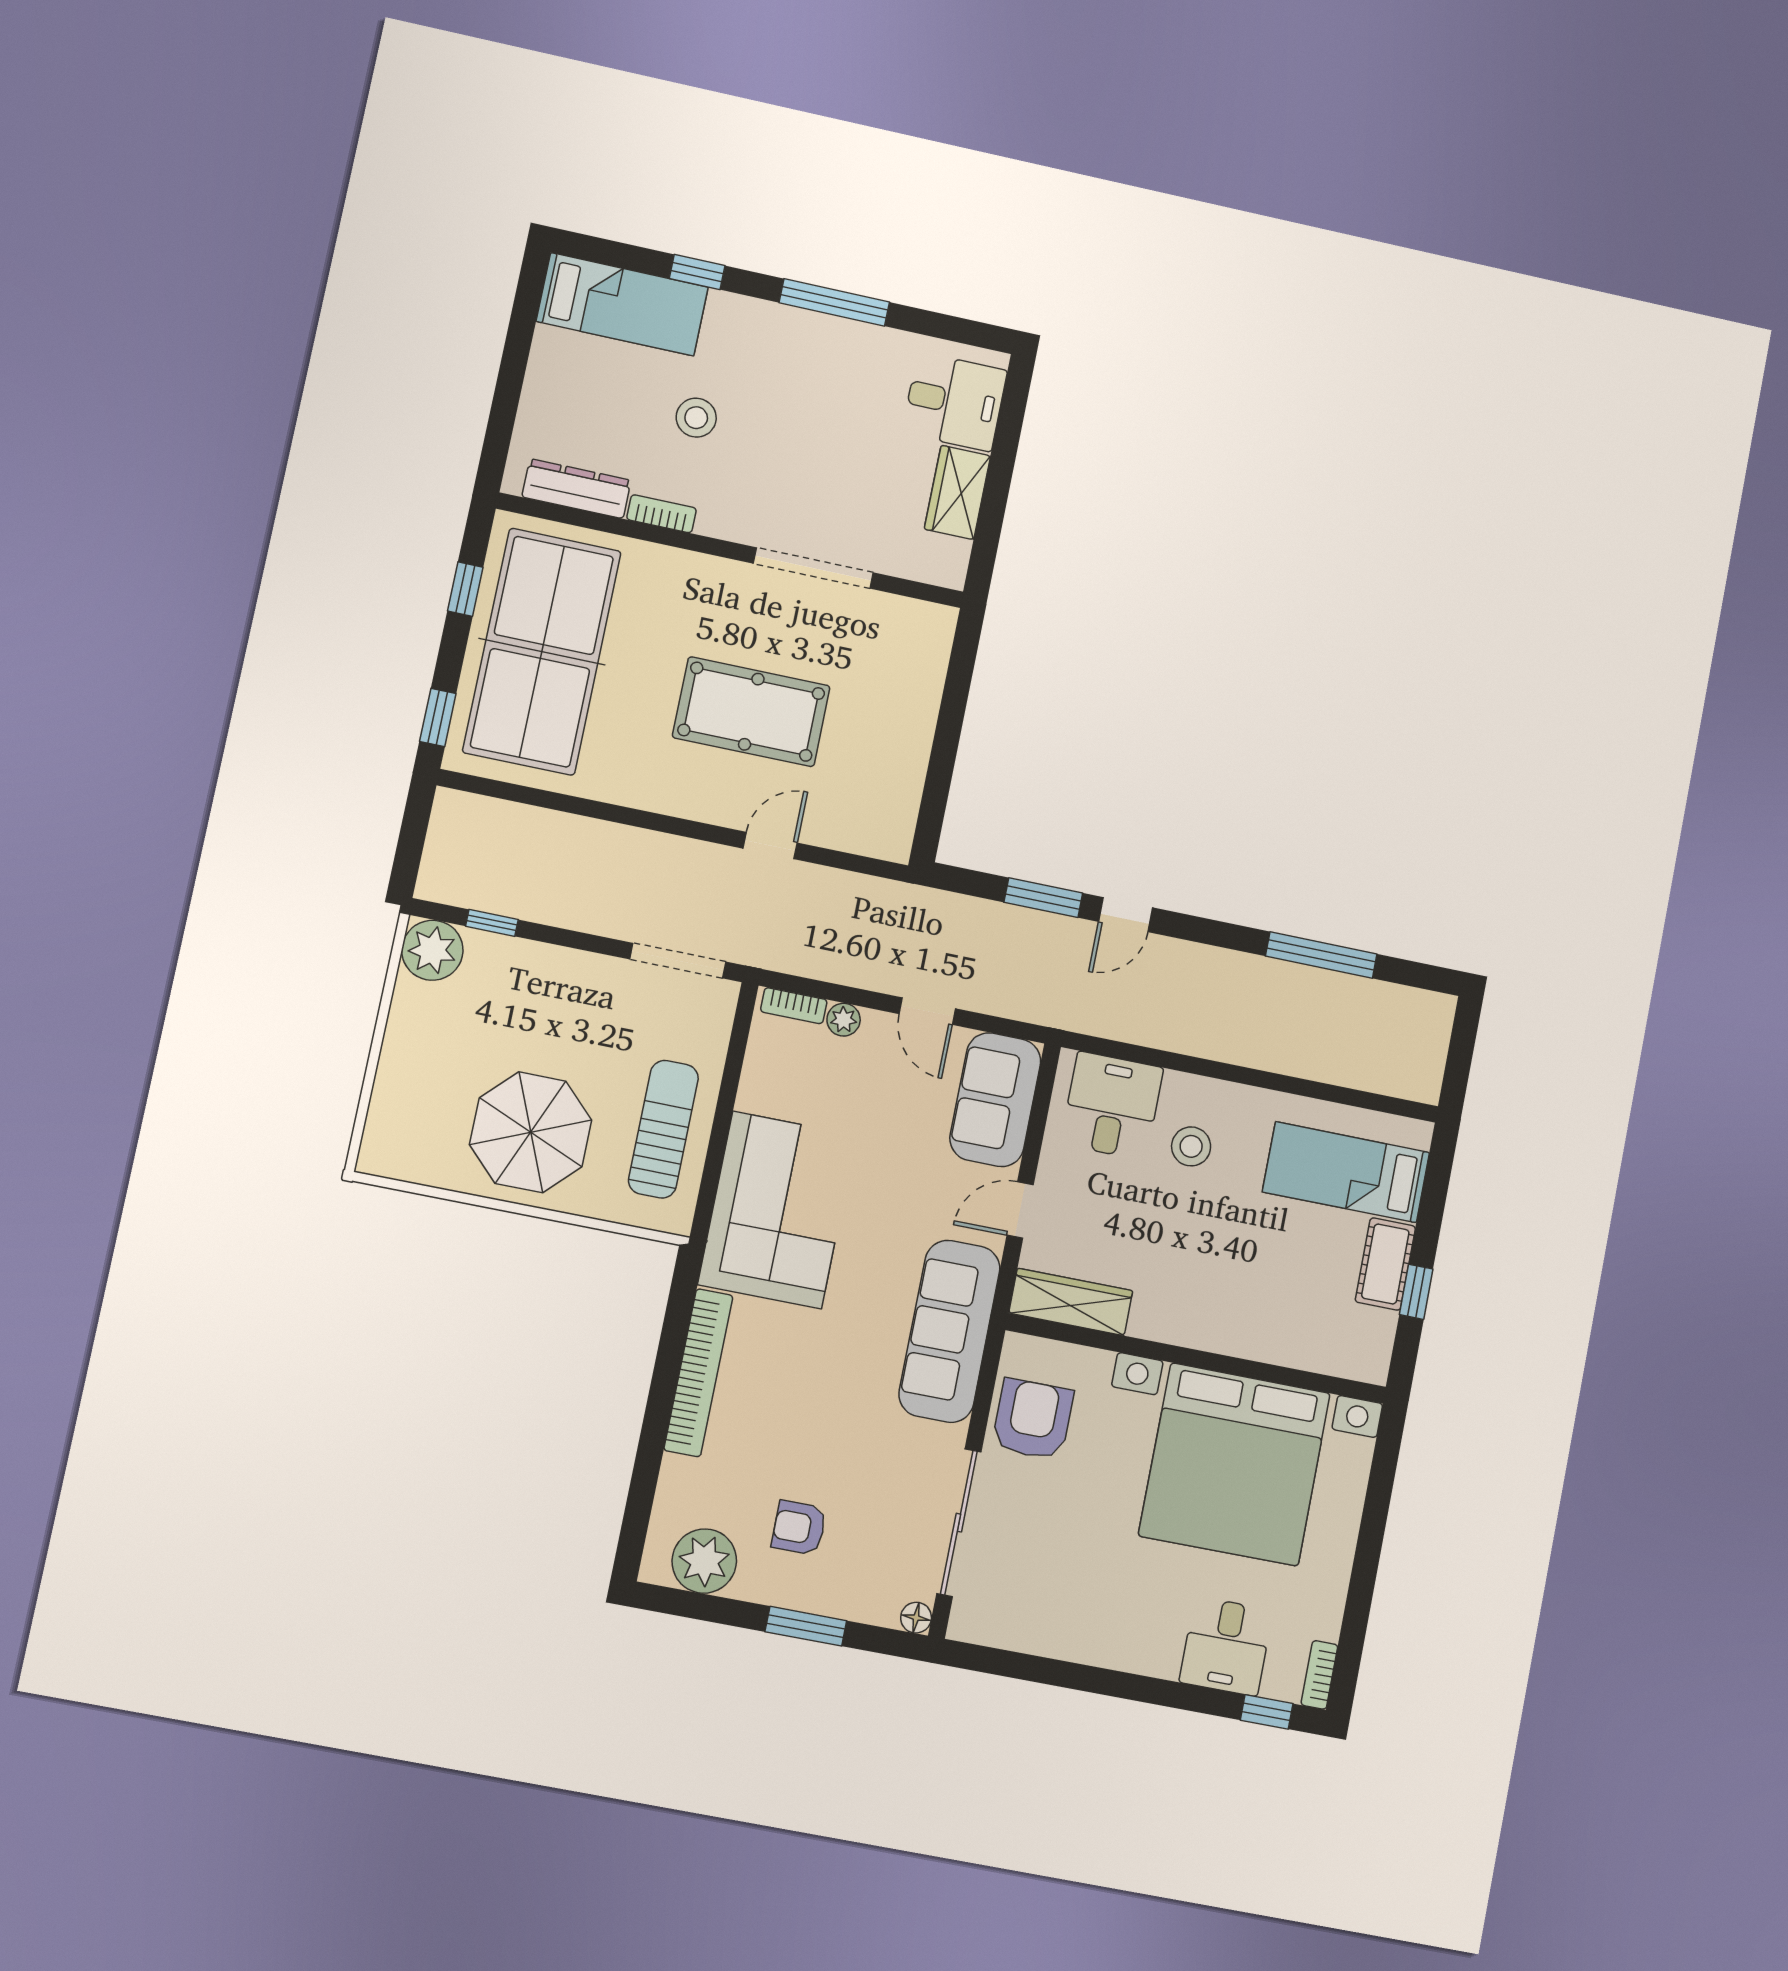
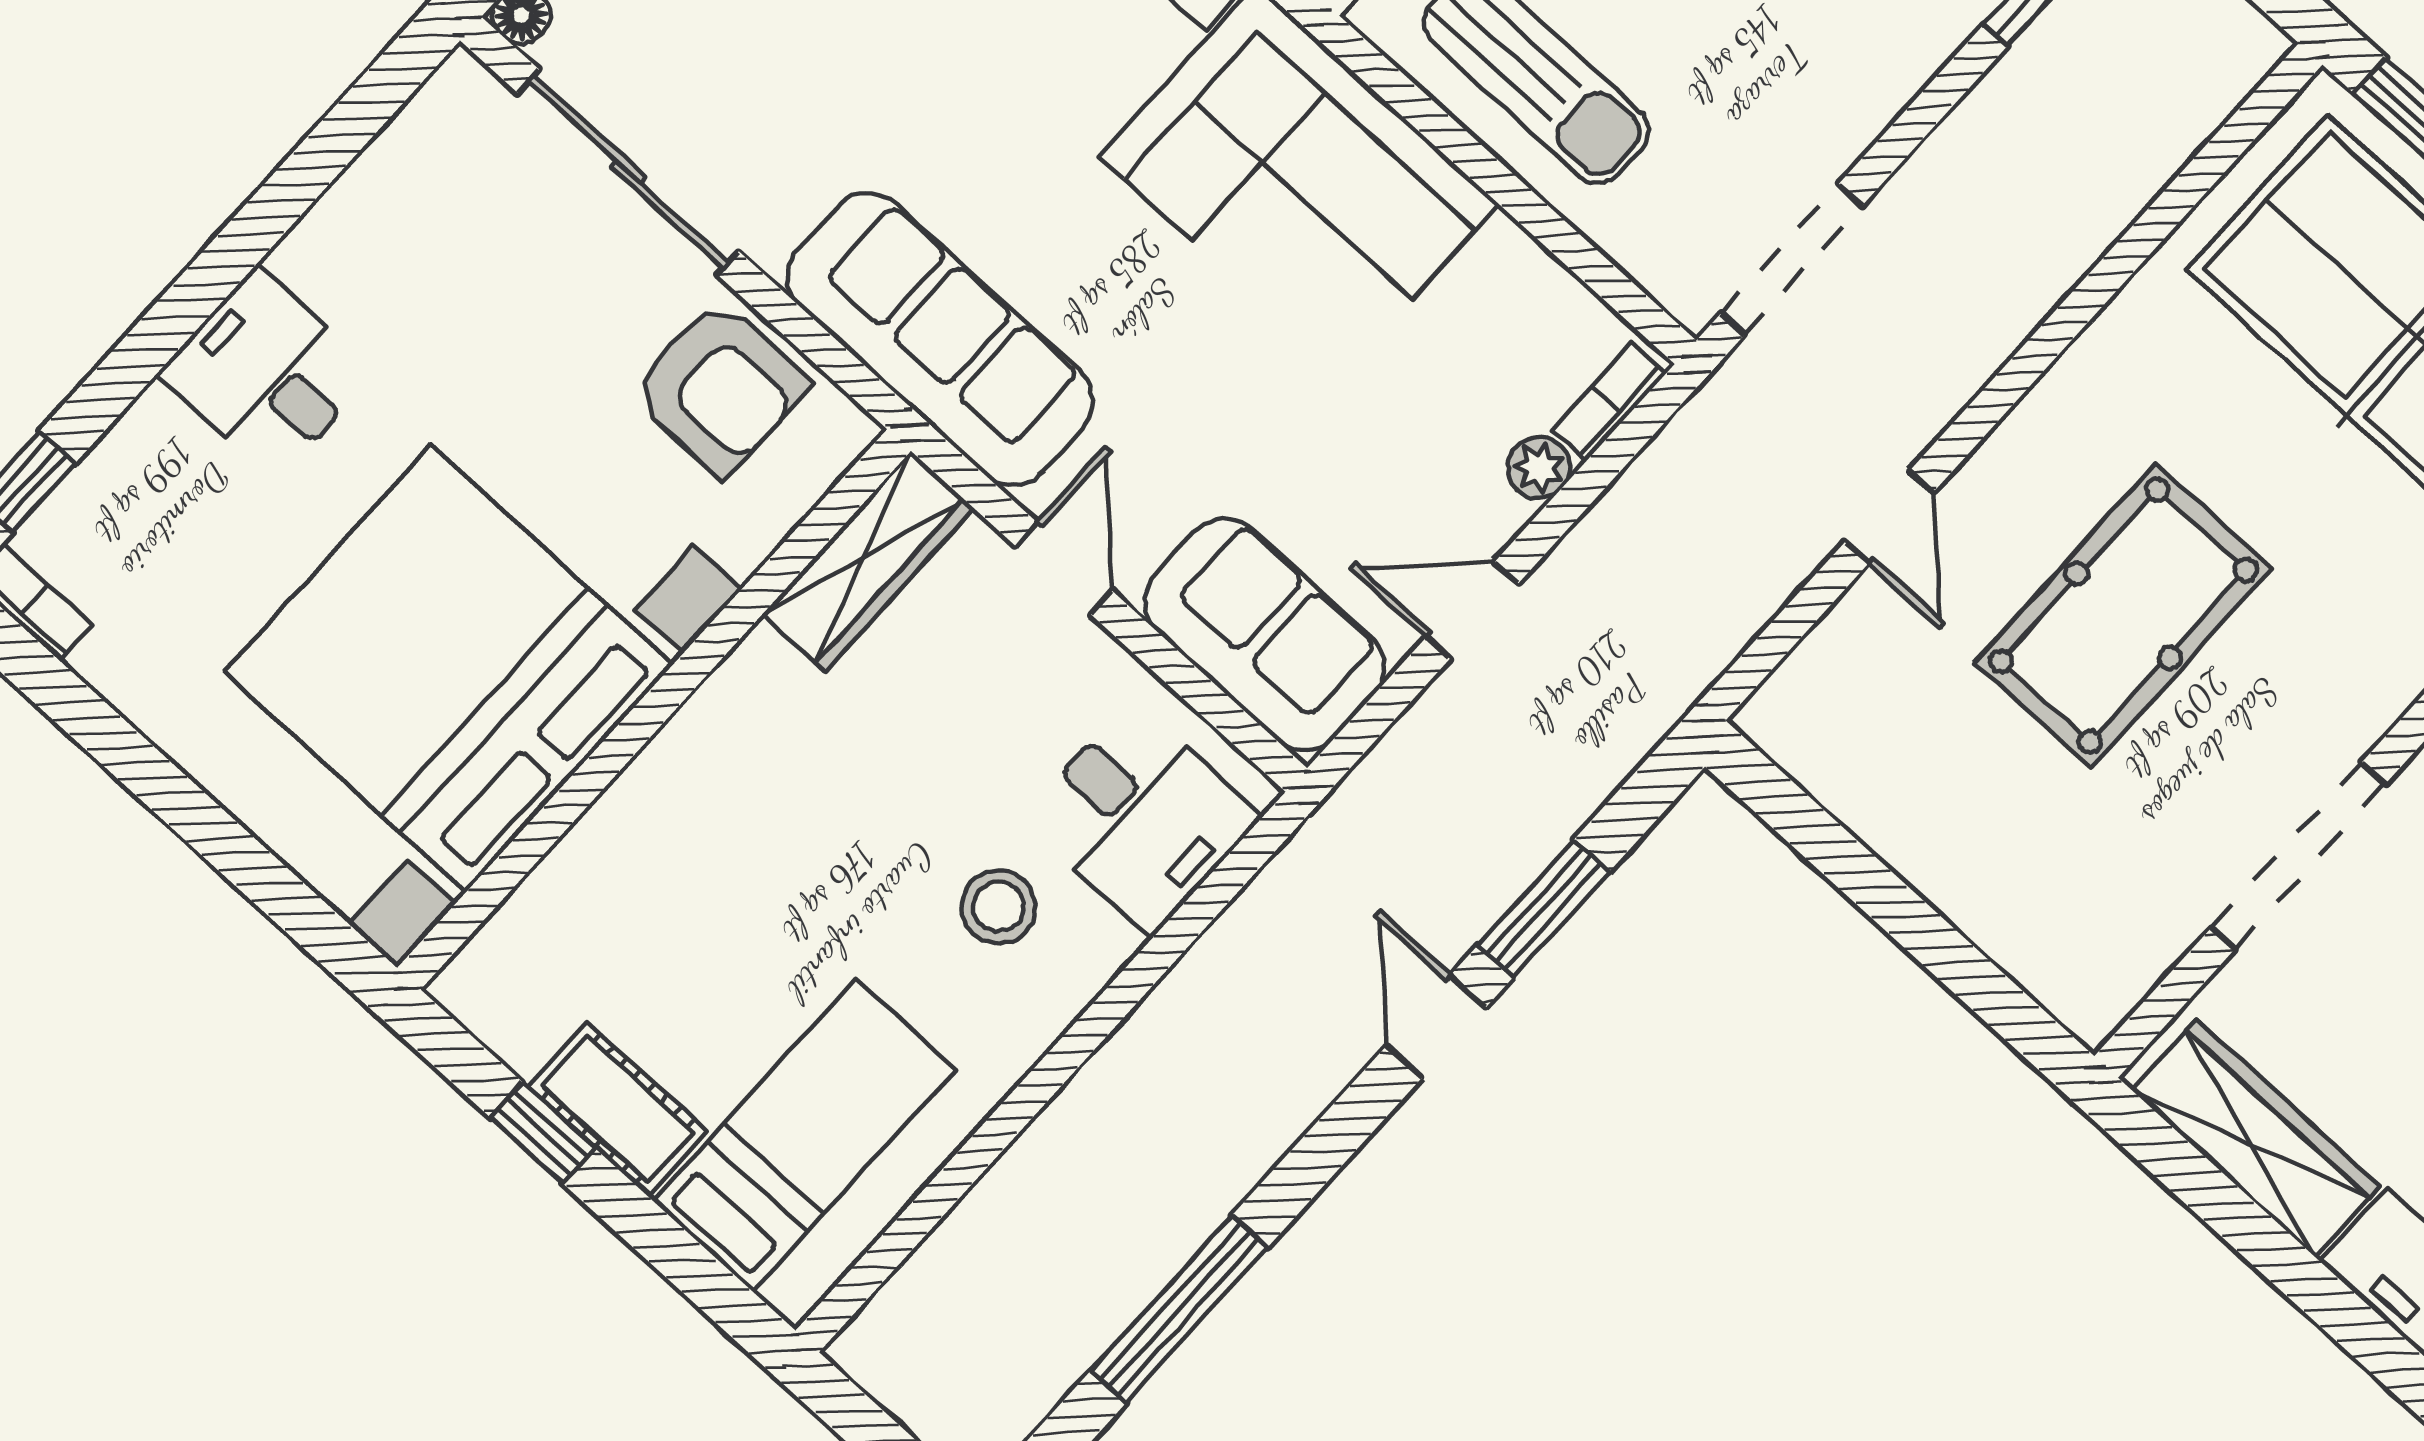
wardrobe: (957, 492) -> (2256, 1138), width x1.50
desk: (1226, 1646) -> (266, 374), moved

